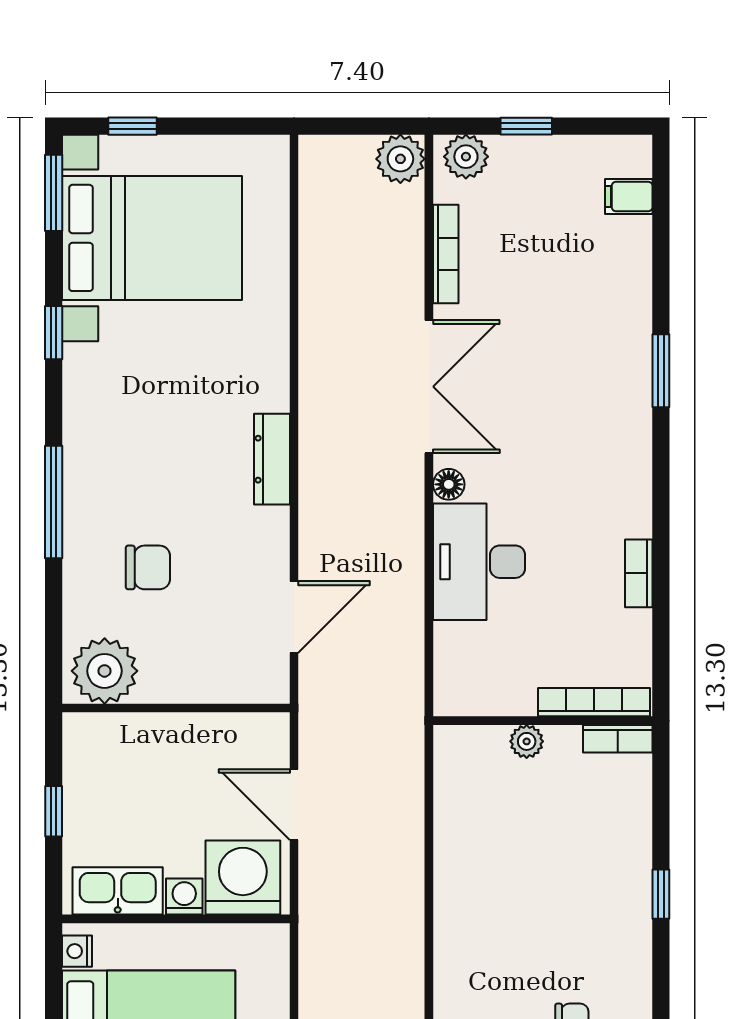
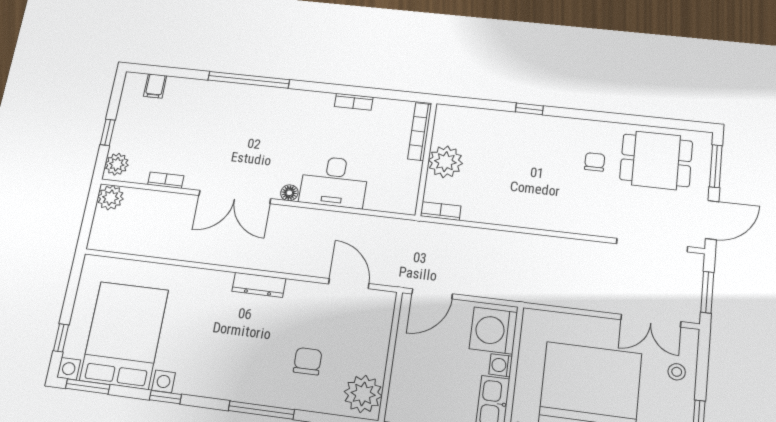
bookcase: (446, 254) -> (166, 180), width x0.64
window: (661, 371) -> (249, 80), width x2.11
double door: (429, 387) -> (235, 197), swing flipped
bookcase: (618, 739) -> (441, 211), moved, turned -90
plant: (527, 741) -> (445, 162), width x1.88, depth x1.88
door: (294, 805) -> (432, 294), moved

